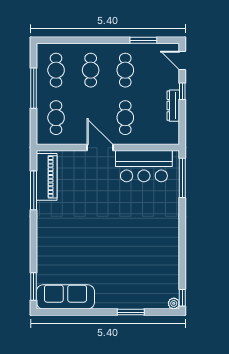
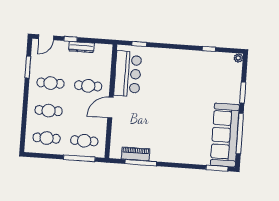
window: (34, 88) -> (79, 158), moved
piano: (47, 177) -> (136, 154), width x0.73, depth x0.75
window: (182, 178) -> (139, 44), width x0.46
sofa: (65, 297) -> (225, 135), width x1.36, depth x1.27
window: (182, 298) -> (209, 49), moved
window: (79, 312) -> (240, 134), added

